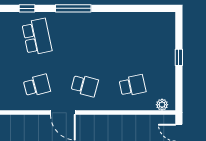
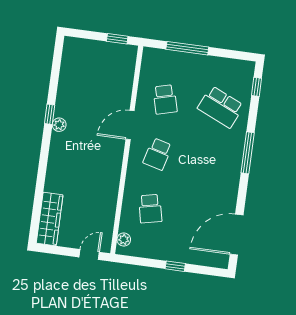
window: (27, 8) -> (257, 87), moved
door: (145, 8) -> (237, 235), added
school desk: (37, 37) -> (221, 107), turned 36

